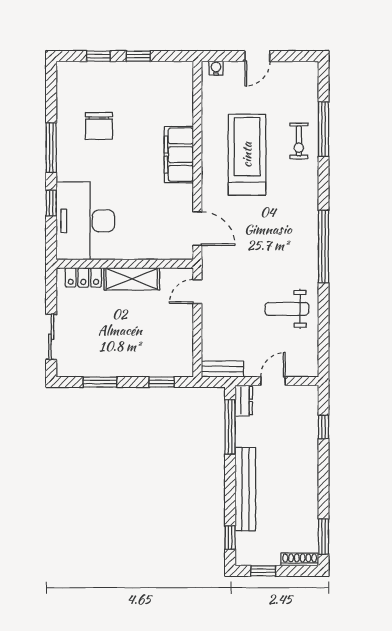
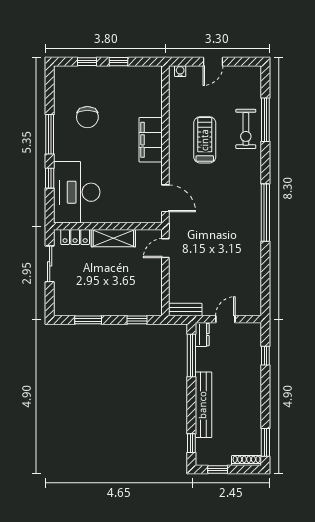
exercise bike: (299, 141) -> (246, 129), width x1.38, depth x1.39
treadmill: (247, 155) -> (205, 140), width x0.73, depth x0.73
weight bench: (287, 309) -> (236, 262), removed
sliding door: (51, 337) -> (50, 264), moved

